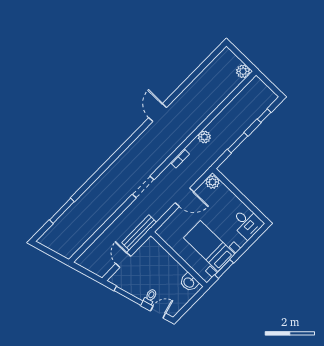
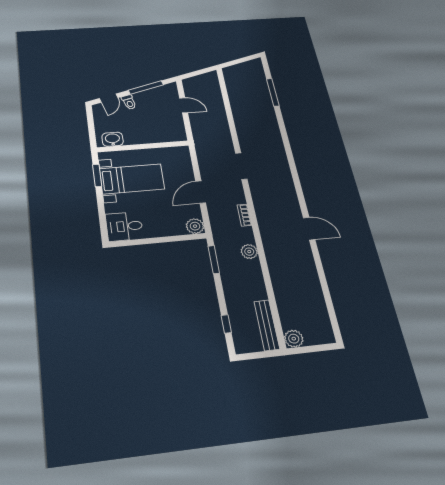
window: (238, 143) -> (214, 260), moved
bench: (139, 232) -> (267, 325), moved

